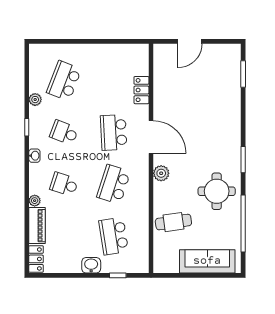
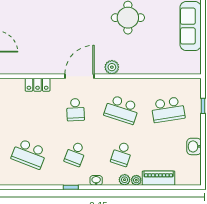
plant: (35, 100) -> (125, 180), moved
school desk: (114, 132) -> (75, 110), width x0.54
cafe table: (173, 222) -> (155, 56), removed
locker: (36, 259) -> (188, 179), removed
washbasin: (91, 265) -> (194, 146), moved

